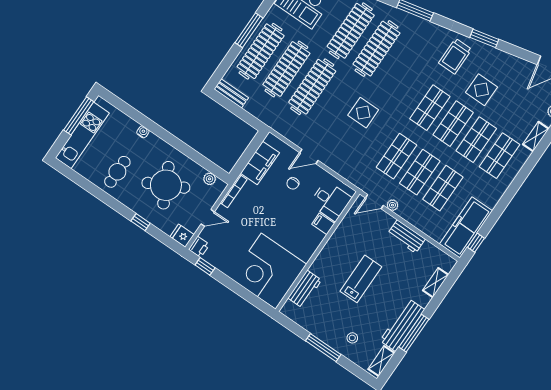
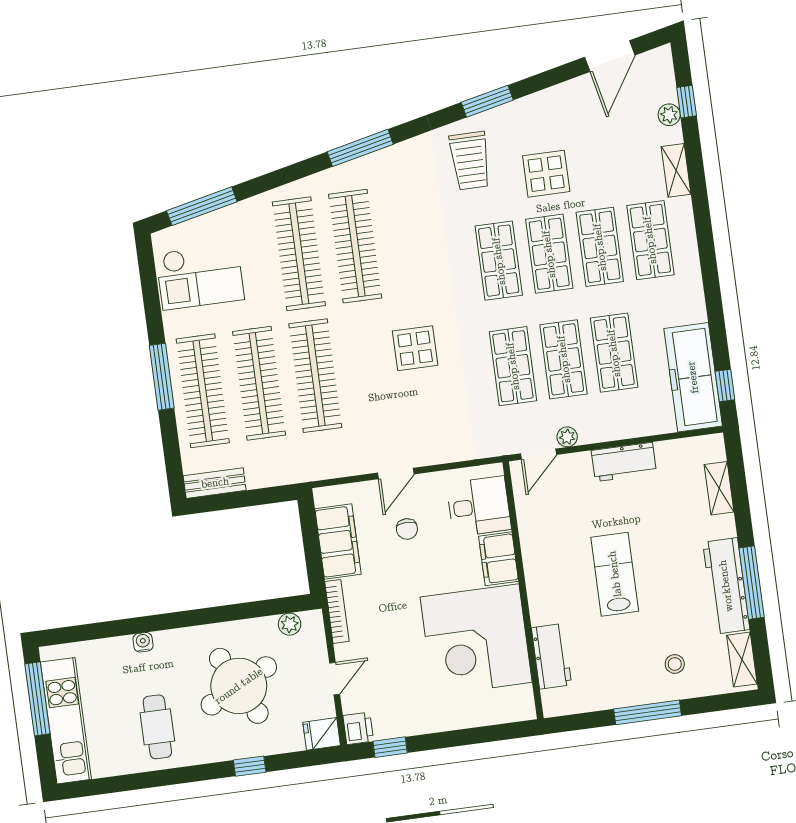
filing cabinet: (323, 224) -> (499, 559), width x2.00
corner desk: (268, 271) -> (476, 640), moved

